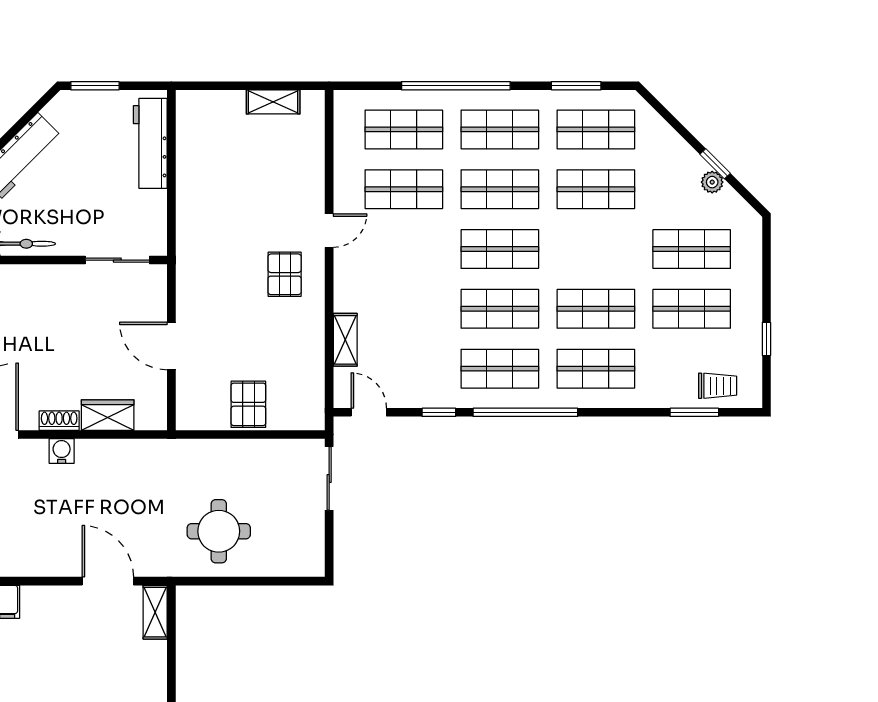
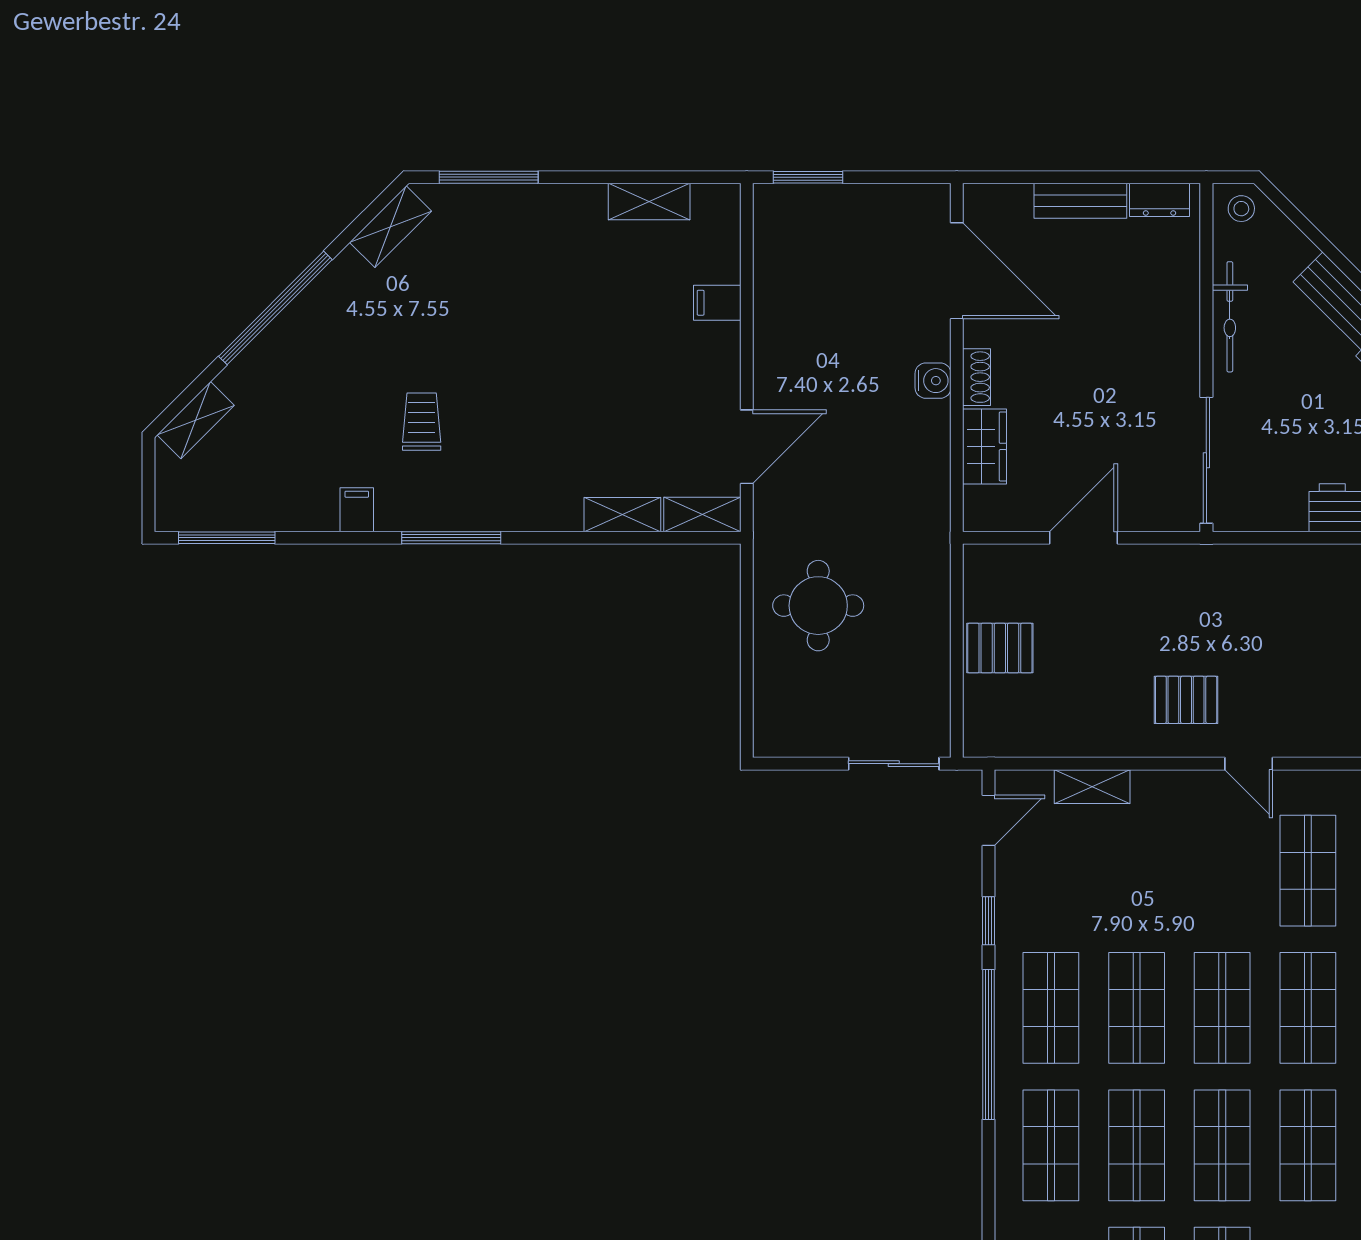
shop shelf: (596, 249) -> (1222, 1145), added
sliding door: (117, 260) -> (1206, 460), width x1.37
shelving: (155, 668) -> (622, 515), added

